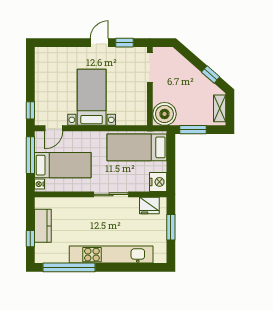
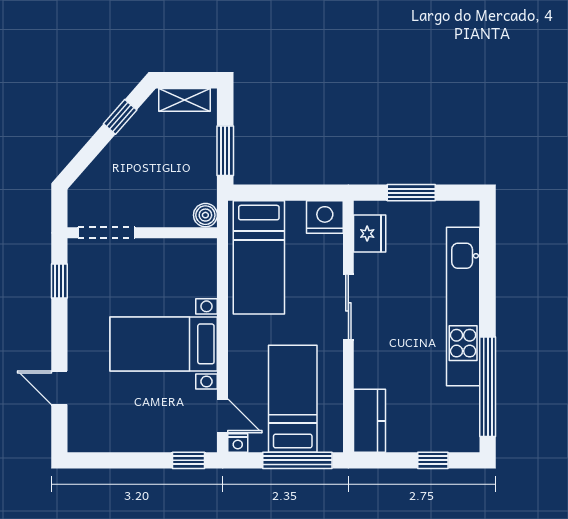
door: (99, 43) -> (59, 388), moved
boiler: (165, 114) -> (205, 215), width x0.54, depth x0.54
window: (30, 155) -> (297, 460), moved
nightstand: (40, 184) -> (238, 443), moved
kitchen counter: (43, 226) -> (369, 421), moved, turned 90

